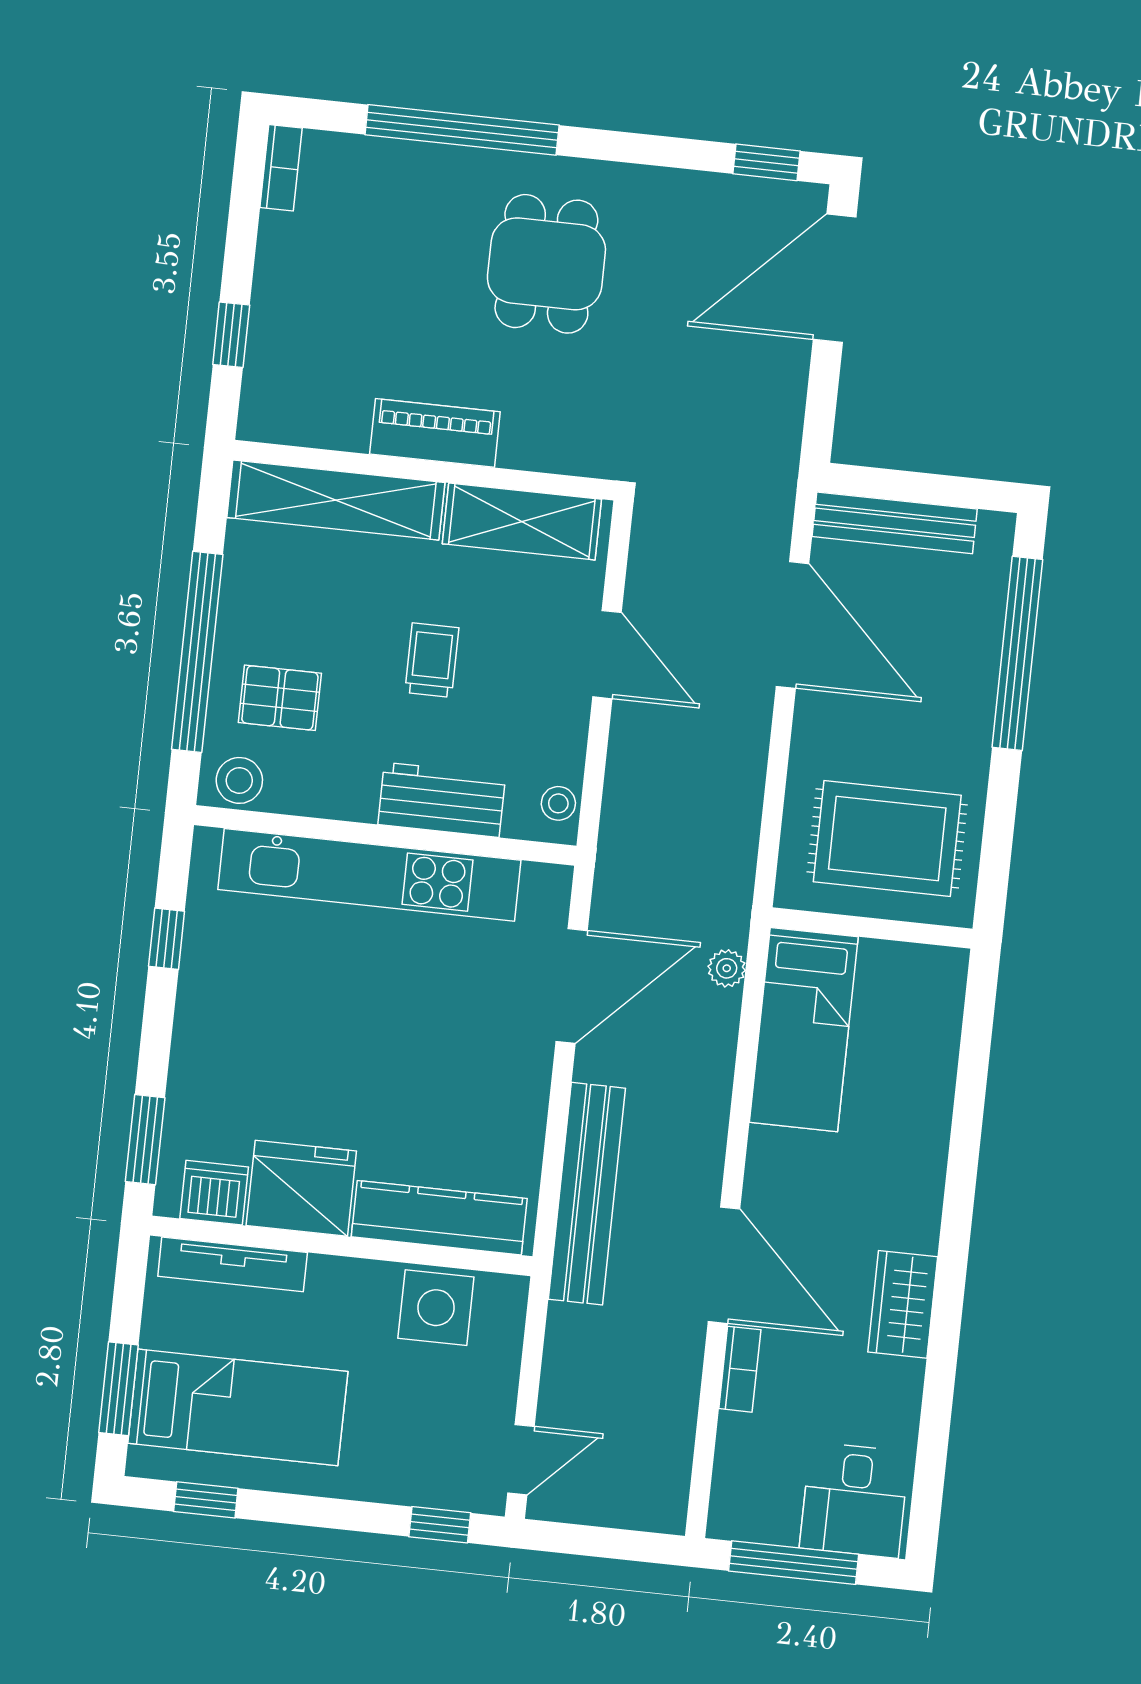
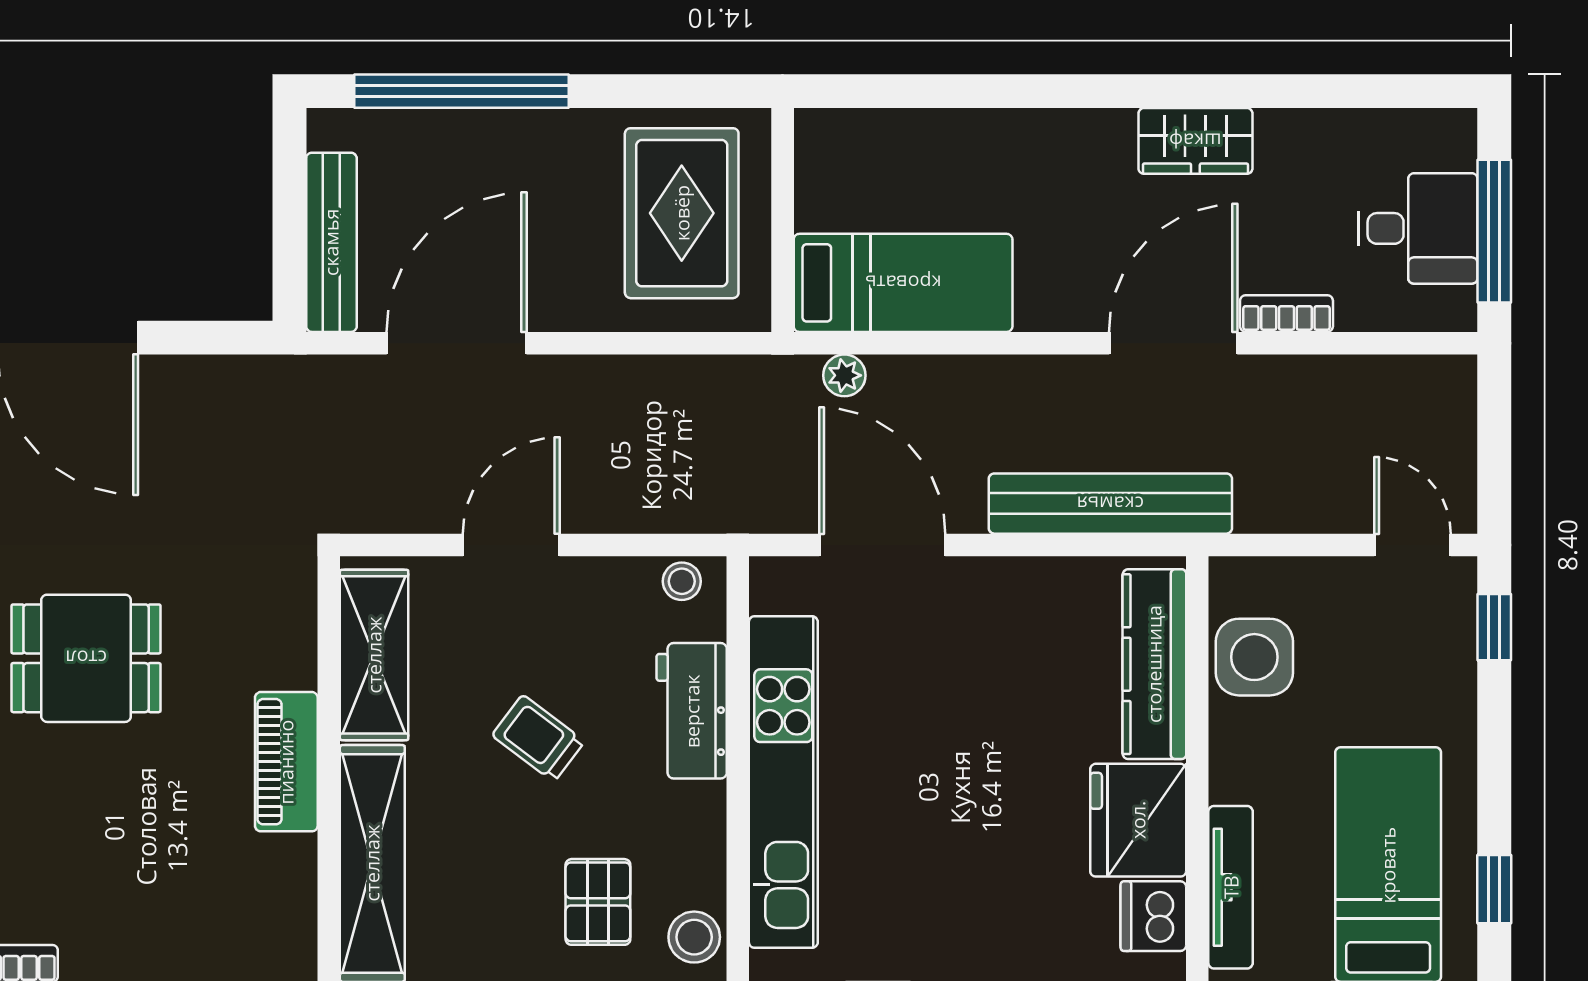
trolley: (432, 660) -> (538, 738), turned 37
desk: (854, 1500) -> (1418, 228), moved

